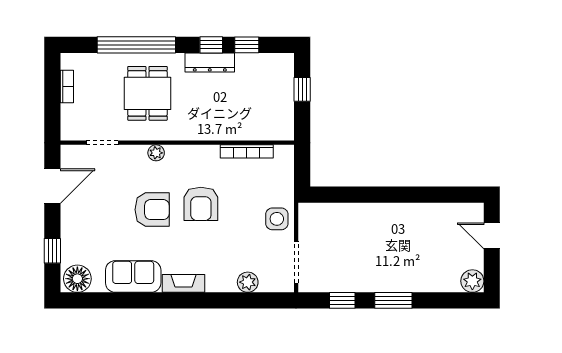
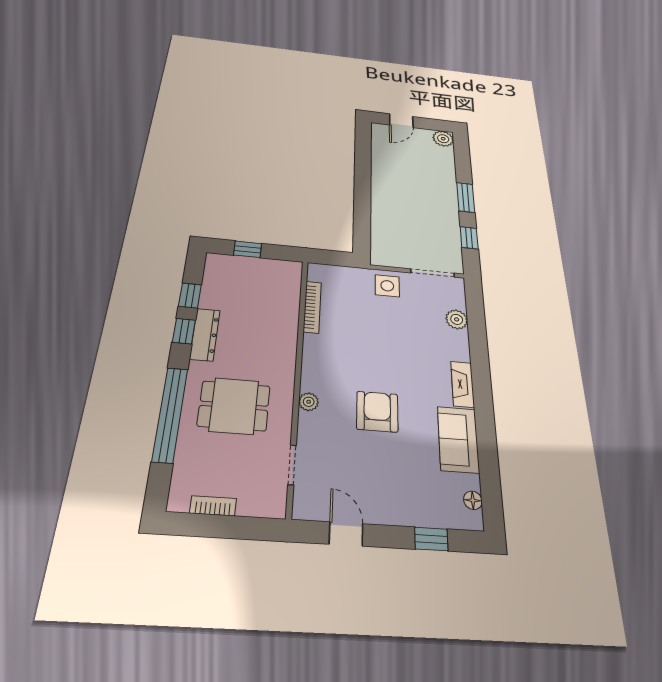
door: (52, 186) -> (346, 534), width x0.73
armchair: (201, 204) -> (371, 358), removed
floor lamp: (77, 279) -> (473, 500), width x0.53, depth x0.53

